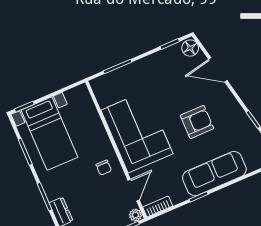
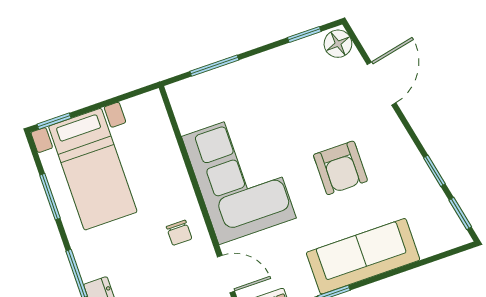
door: (218, 70) -> (382, 84), swing flipped
armchair: (197, 122) -> (340, 168), turned 90
door: (134, 190) -> (226, 274), hinge flipped

